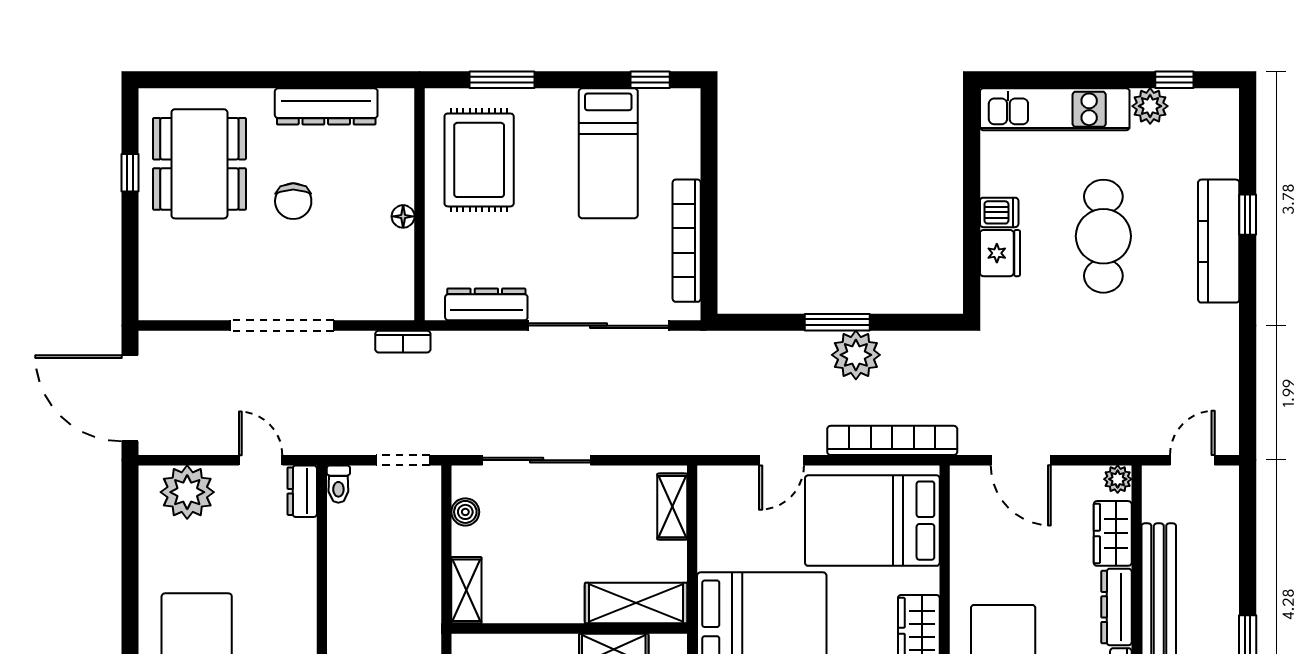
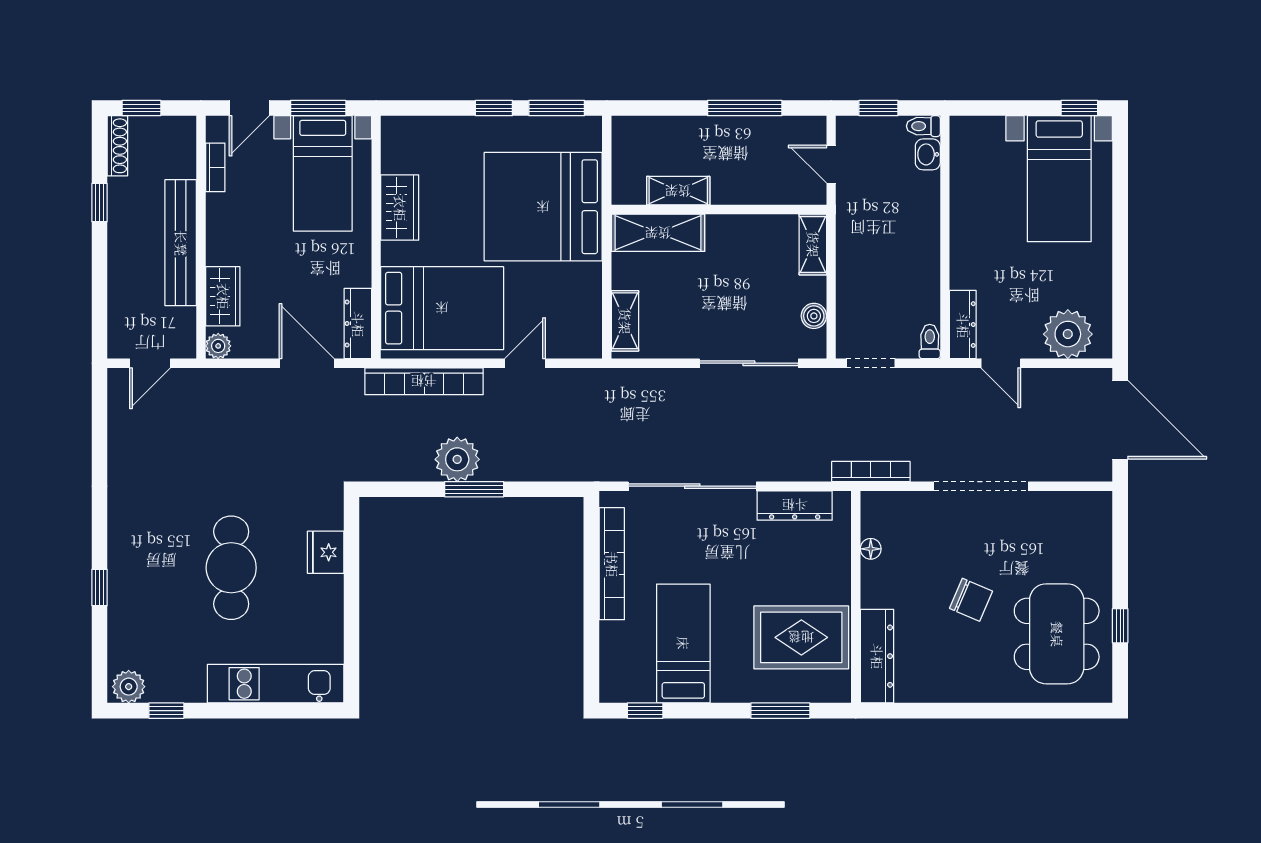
dresser: (326, 106) -> (877, 656), moved, turned 90
plant: (1150, 106) -> (129, 687), moved
rug: (479, 160) -> (801, 637), turned 90
chair: (293, 201) -> (971, 600), turned 113
dishwasher: (999, 212) -> (326, 589), removed
floor lamp: (403, 216) -> (871, 549), moved
kitchen counter: (1219, 241) -> (126, 563), removed
bookcase: (403, 342) -> (871, 472), width x1.56
dresser: (302, 491) -> (963, 325), width x1.44
dresser: (1116, 607) -> (358, 324), moved, turned 180

